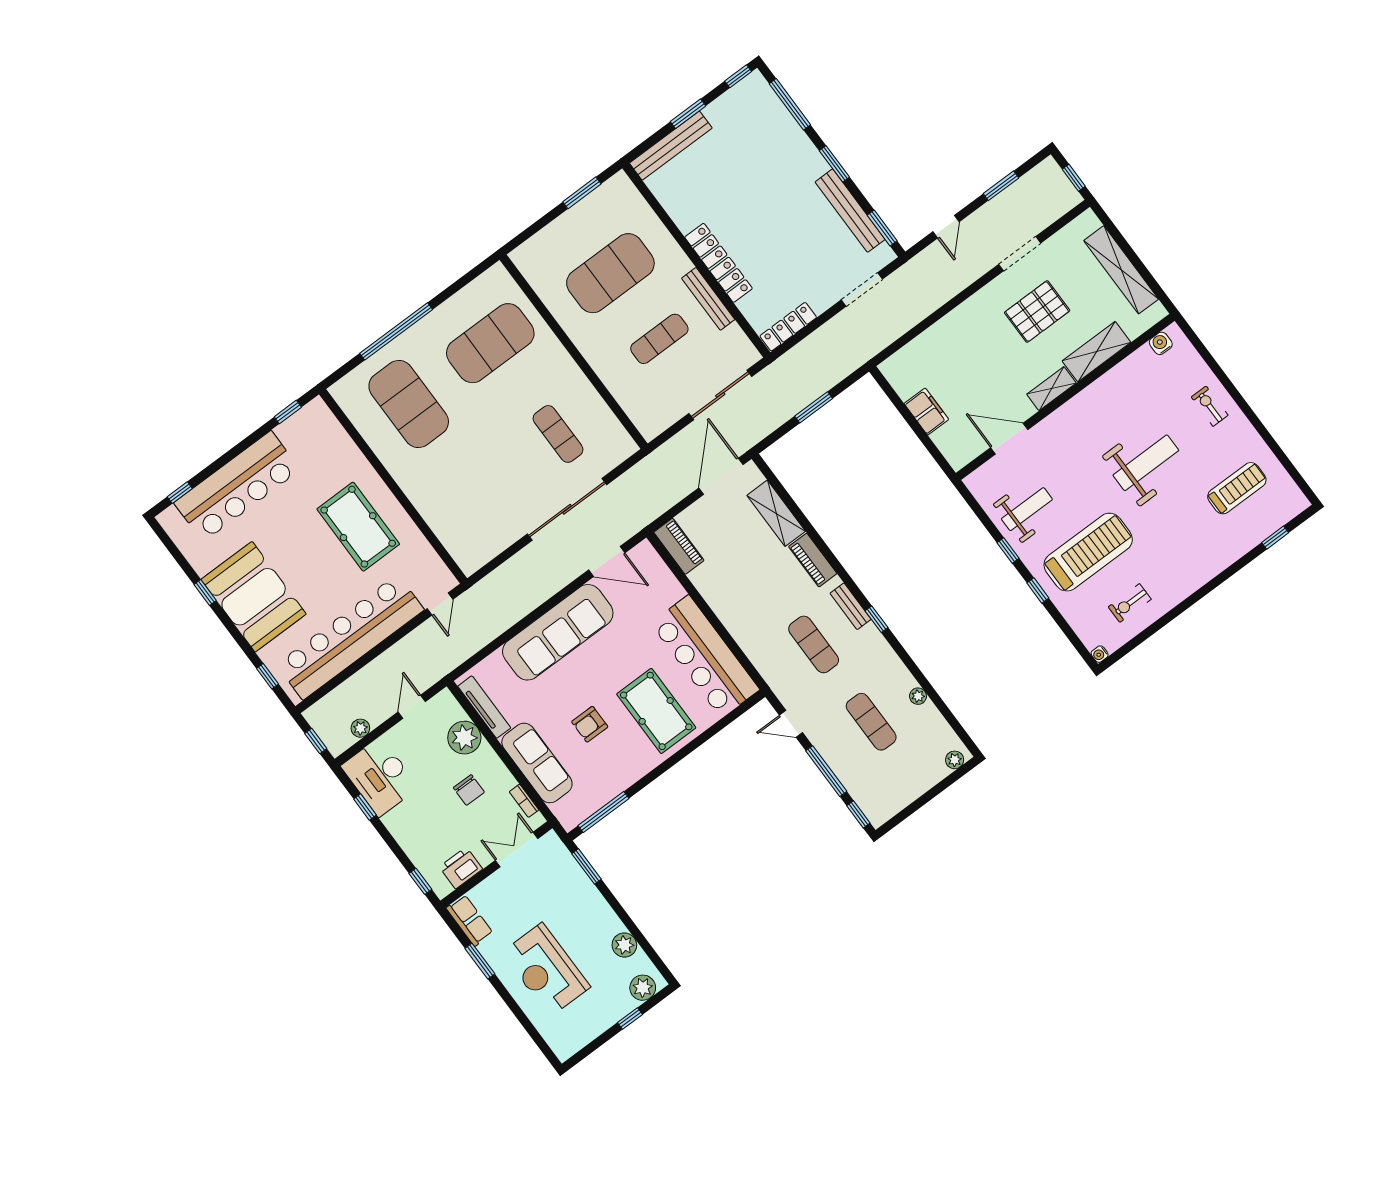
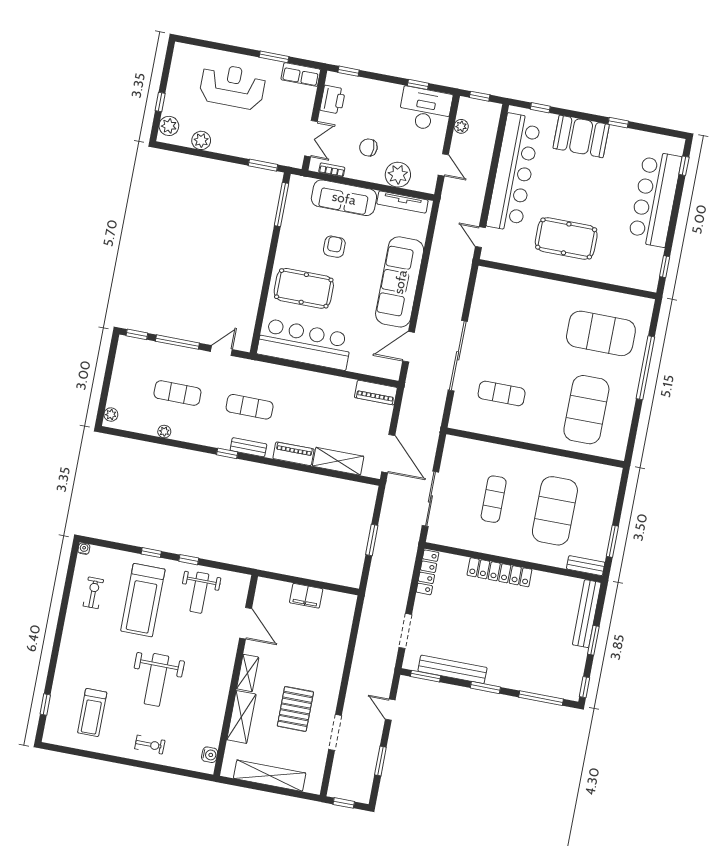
bench: (708, 299) -> (586, 566), moved, width x0.73
door: (1009, 439) -> (246, 623), hinge flipped
booth: (254, 597) -> (581, 136), width x0.73, depth x0.70

